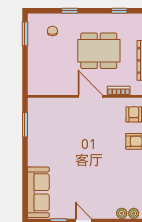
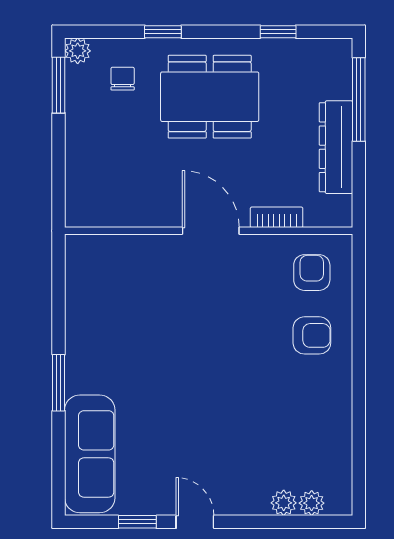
plant: (33, 19) -> (78, 51), added
dining table: (99, 51) -> (210, 97), moved
window: (25, 125) -> (59, 383), moved

